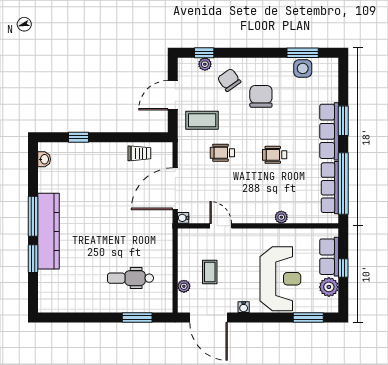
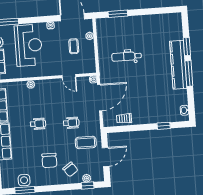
dental chair: (130, 278) -> (127, 56), moved, turned 180
reception desk: (280, 279) -> (28, 45), turned 180

